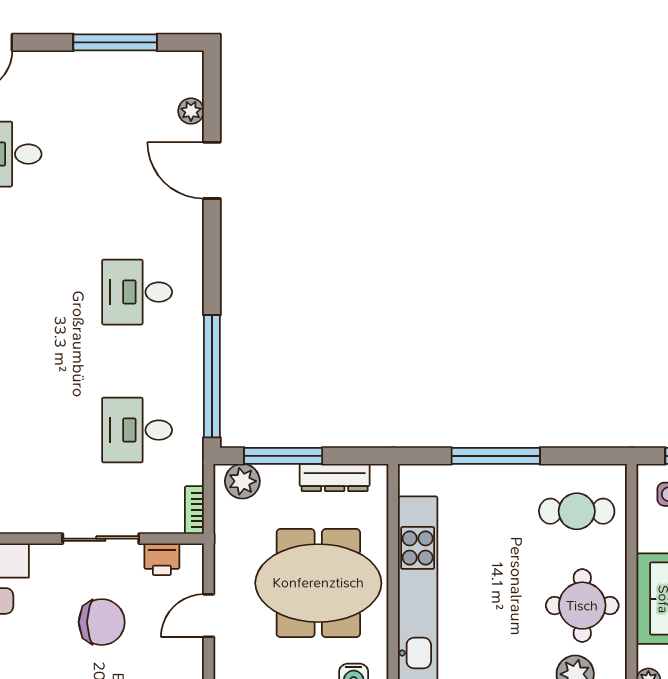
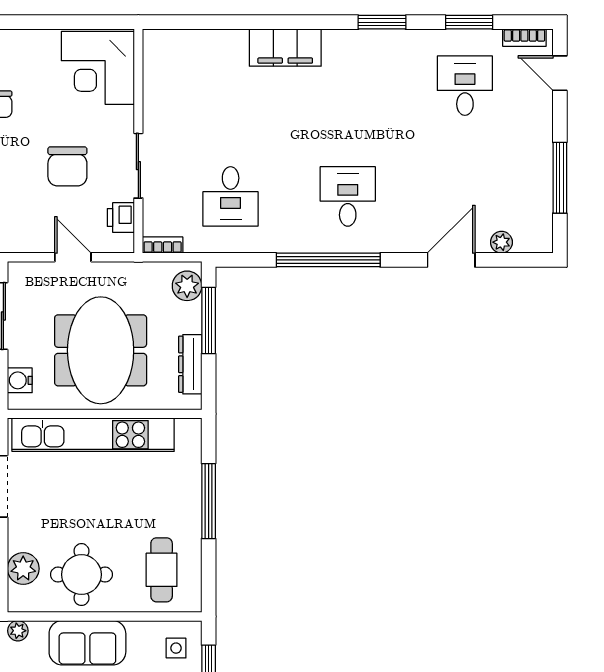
window: (212, 376) -> (328, 260), moved
desk: (137, 430) -> (231, 196), turned 180

